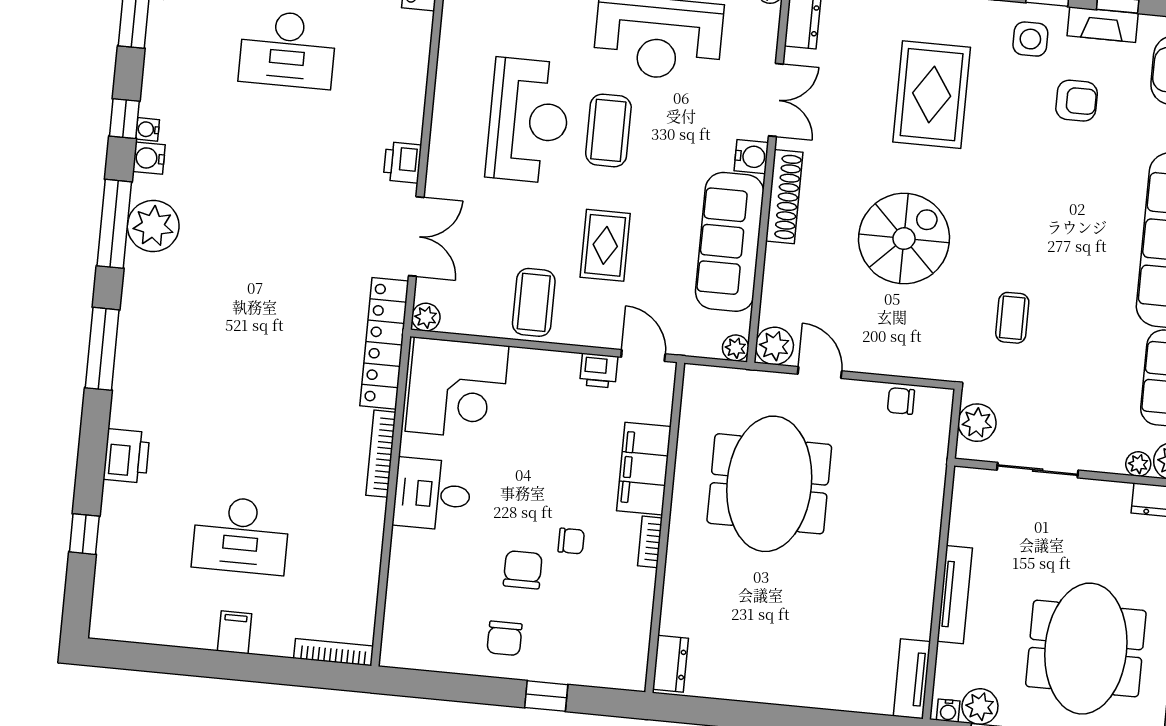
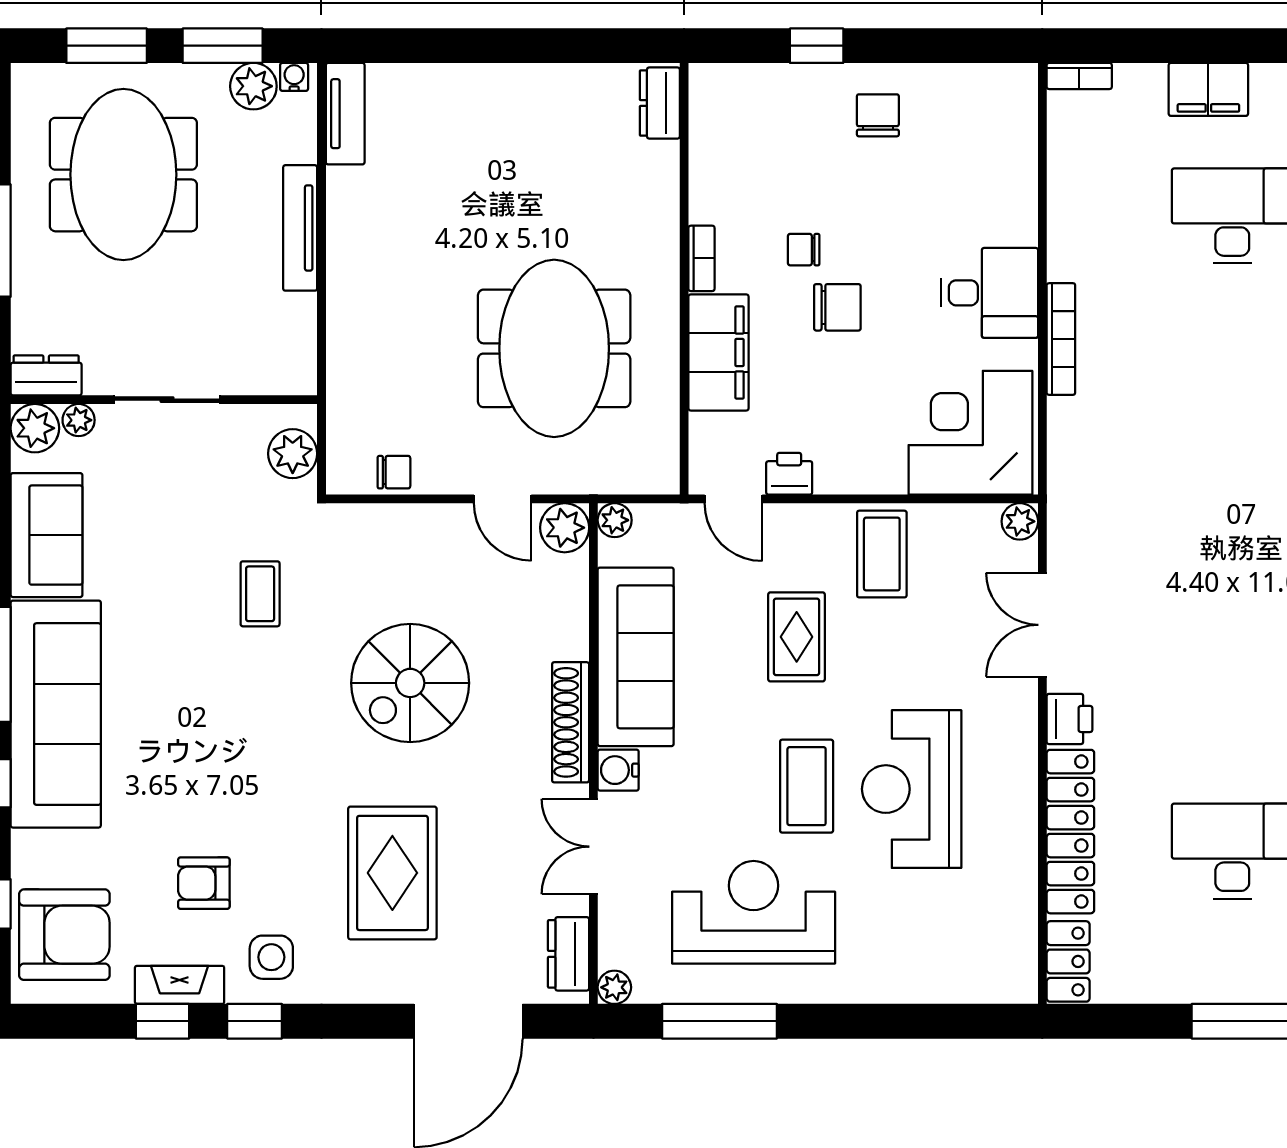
locker: (384, 343) -> (1070, 832), moved
sliding door: (1038, 470) -> (167, 400), moved
chair: (523, 570) -> (837, 307), moved, turned -90
filing cabinet: (235, 632) -> (1208, 89), width x2.00
bookcase: (334, 652) -> (1079, 76), width x0.64

